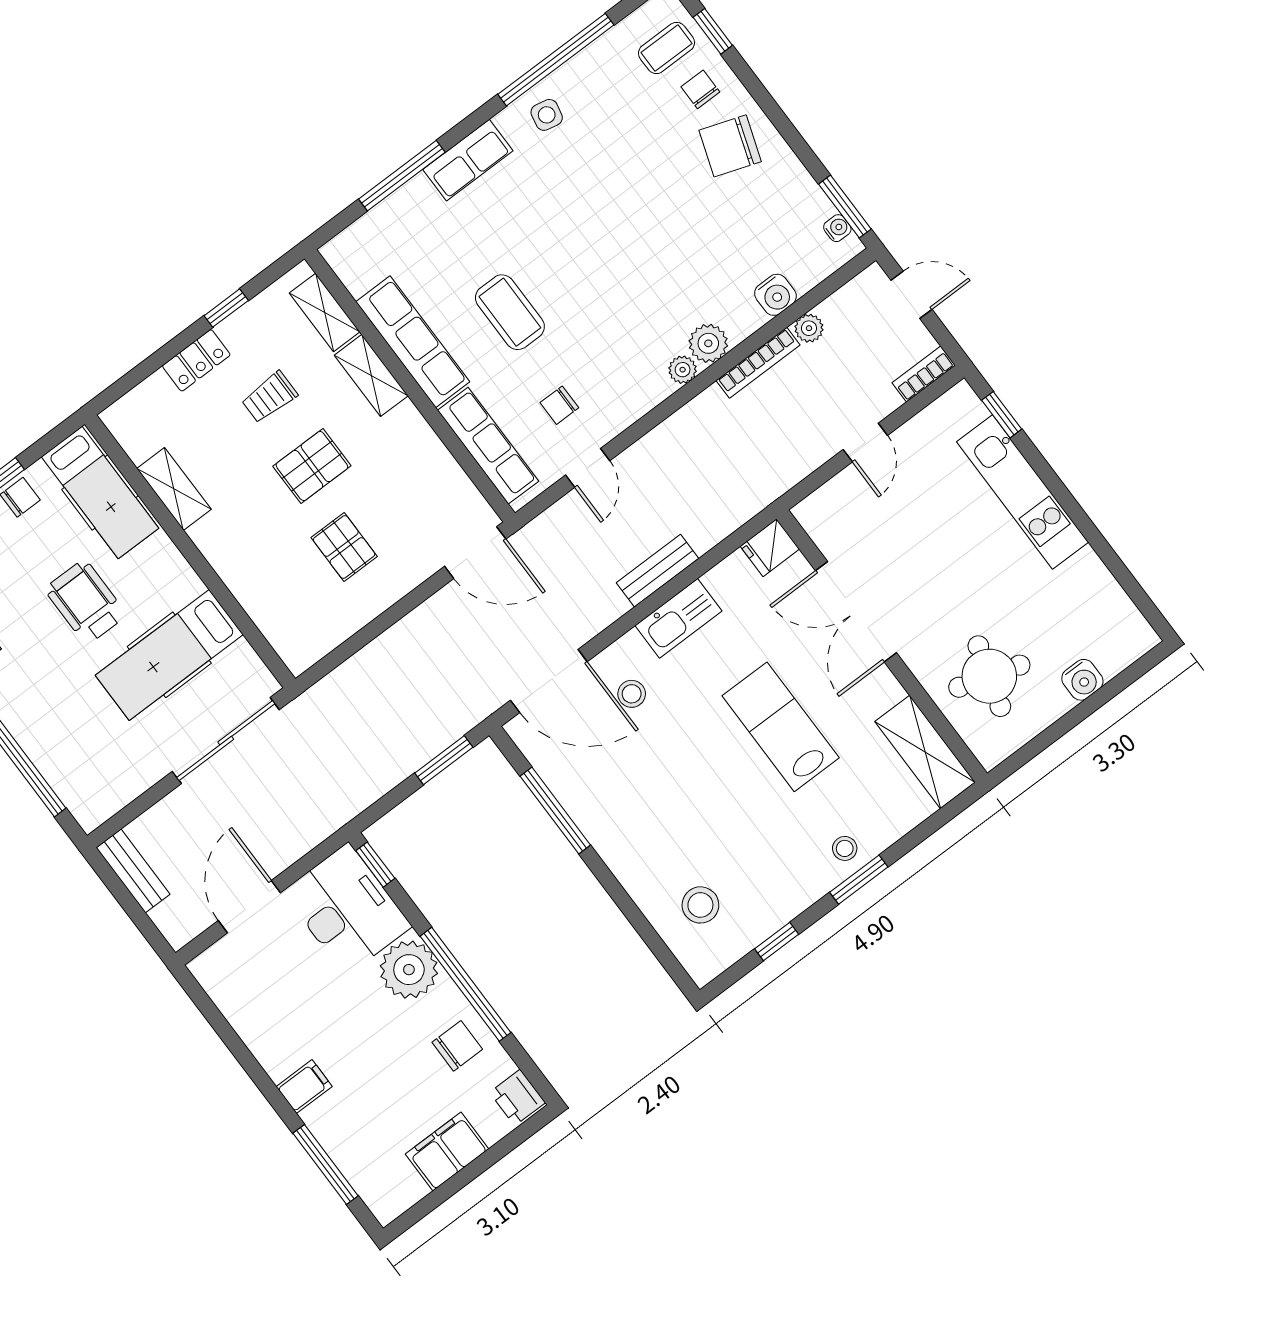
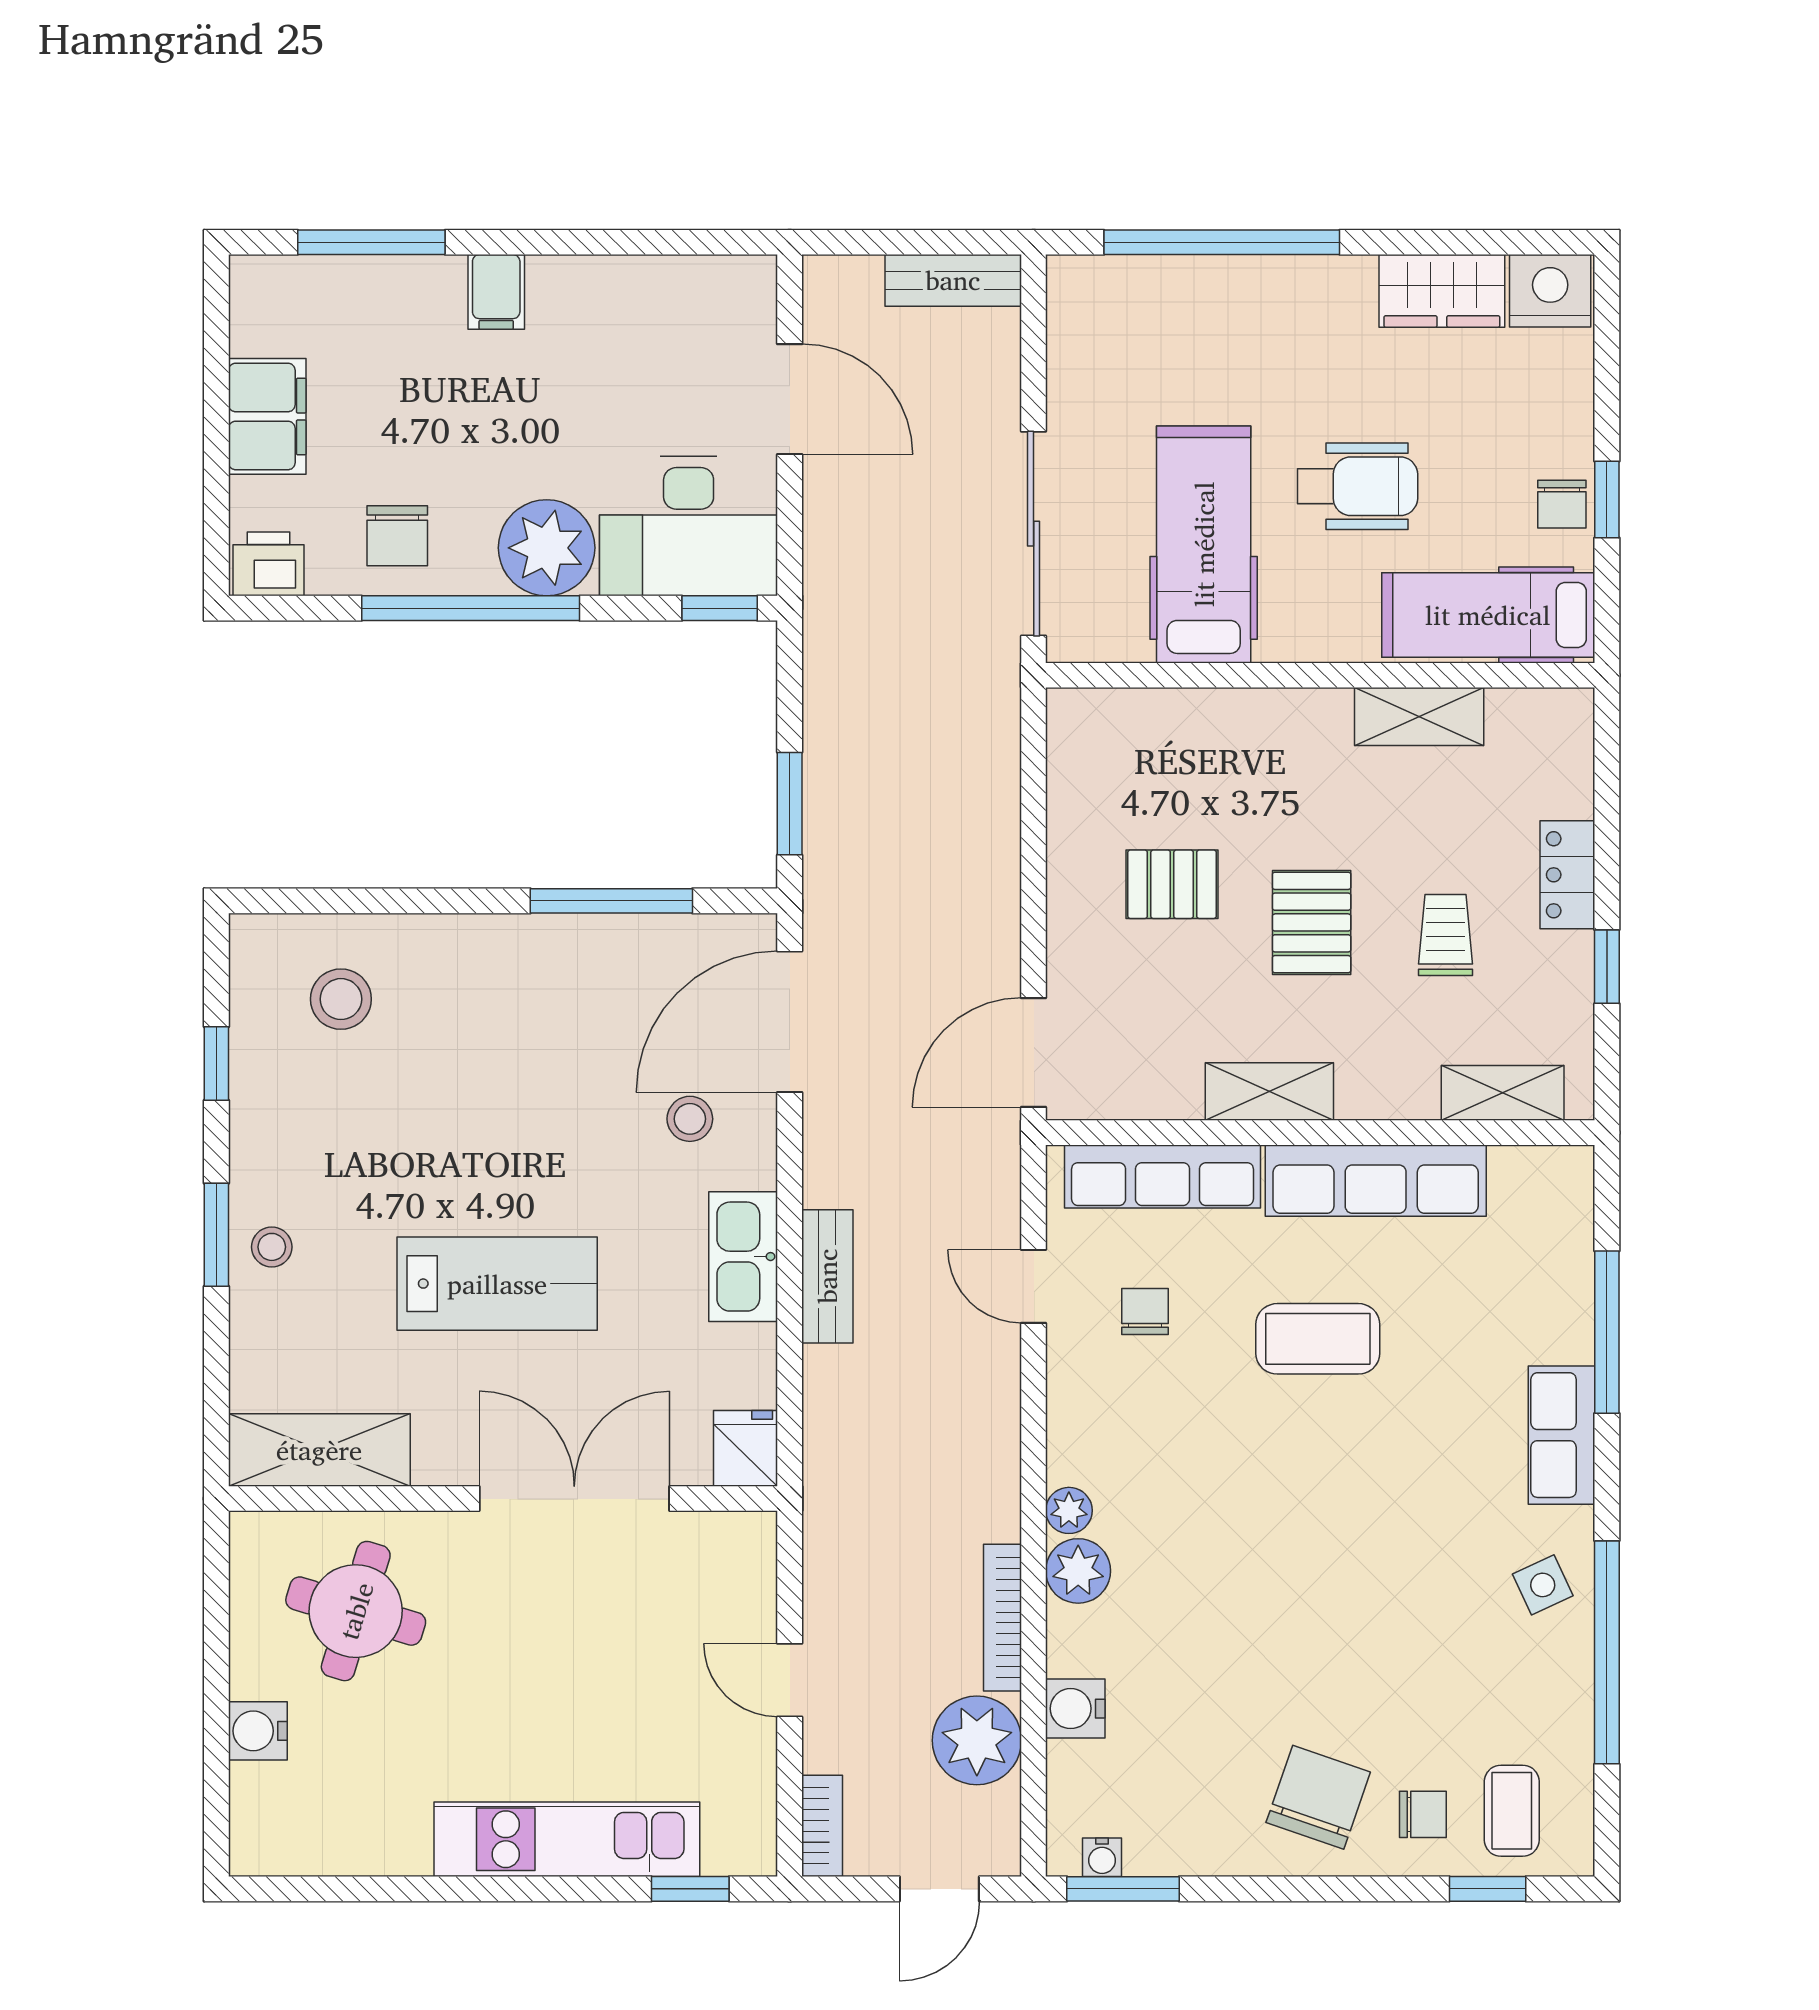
side table: (547, 115) -> (1543, 1585), turned -37
plant: (809, 328) -> (977, 1740), width x1.87, depth x1.87
shelving: (371, 375) -> (1269, 1092), moved

